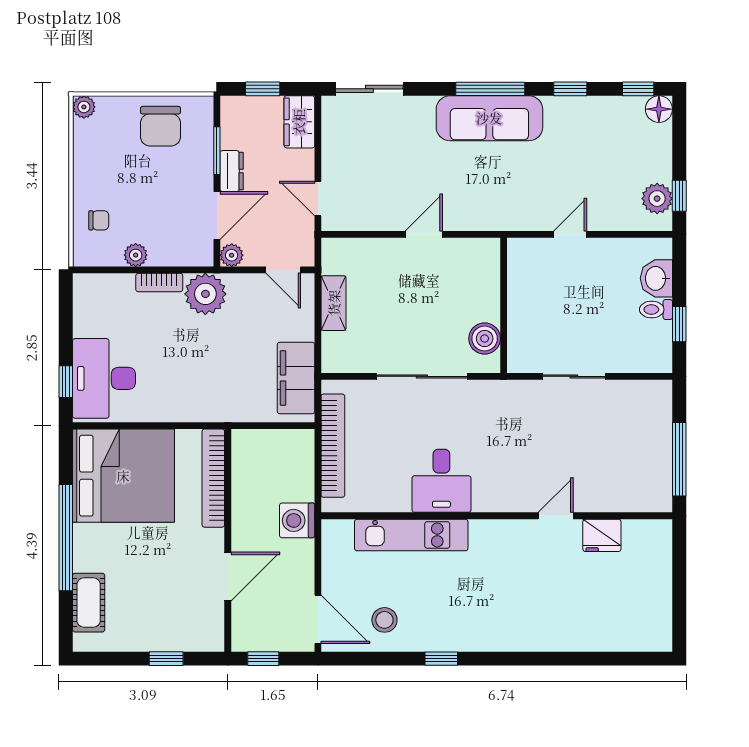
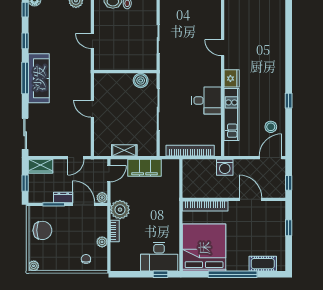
filing cabinet: (296, 378) -> (145, 168), moved
fridge: (602, 535) -> (232, 78), moved

